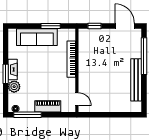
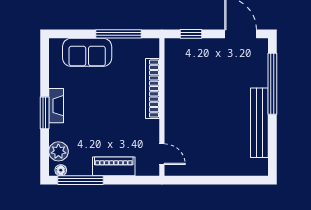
window: (51, 26) -> (119, 34), width x1.44
sofa: (37, 37) -> (87, 52), width x0.73
plant: (14, 87) -> (58, 151), moved

